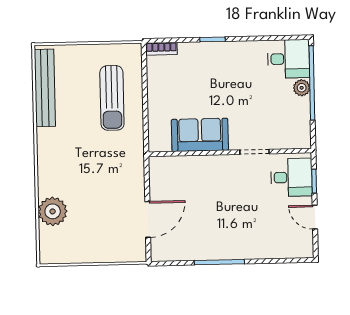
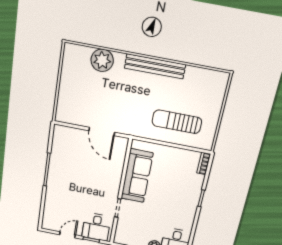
bench: (45, 88) -> (155, 66), moved
sofa: (200, 135) -> (137, 176), width x1.36
door: (148, 219) -> (102, 131), moved

